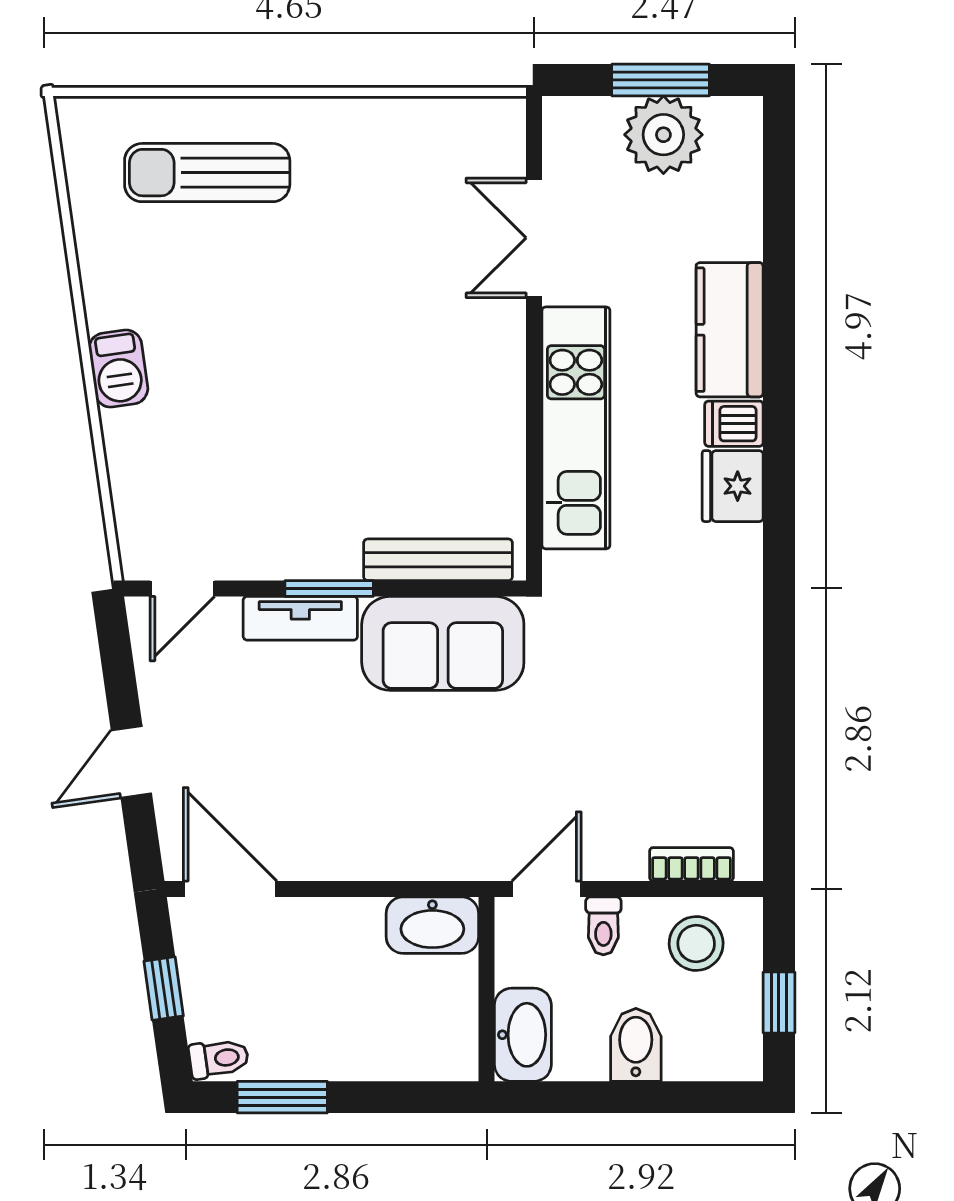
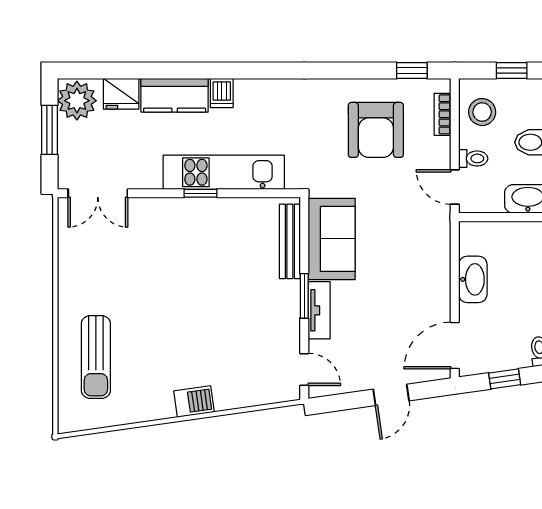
plant: (663, 135) -> (77, 101), moved
double door: (534, 238) -> (98, 193), moved
window: (534, 381) -> (200, 193), added
fridge: (733, 486) -> (121, 94), moved
armchair: (660, 731) -> (376, 130), added
door: (131, 762) -> (391, 395), hinge flipped
window: (779, 803) -> (412, 71), added
washbasin: (432, 925) -> (473, 279), moved

